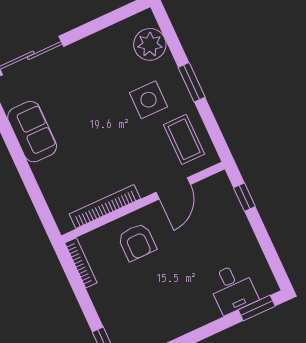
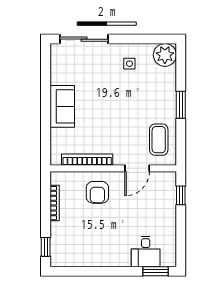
plant: (150, 44) -> (165, 55), moved
side table: (149, 100) -> (129, 64), moved, width x0.54, depth x0.54
sofa: (32, 132) -> (62, 106), moved
bookcase: (81, 263) -> (55, 203), moved

